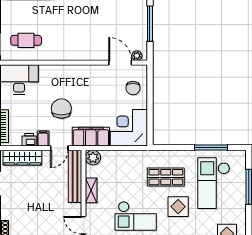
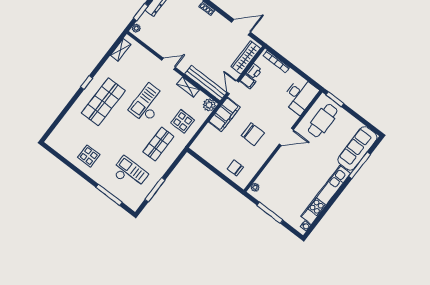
cafe table: (26, 40) -> (323, 121), width x1.37, depth x1.35
door: (120, 63) -> (286, 137), moved
chair: (61, 109) -> (253, 134), moved
corner desk: (129, 128) -> (211, 145), removed
checkout: (214, 183) -> (130, 173), width x0.73, depth x0.83
display table: (178, 207) -> (183, 121), moved

